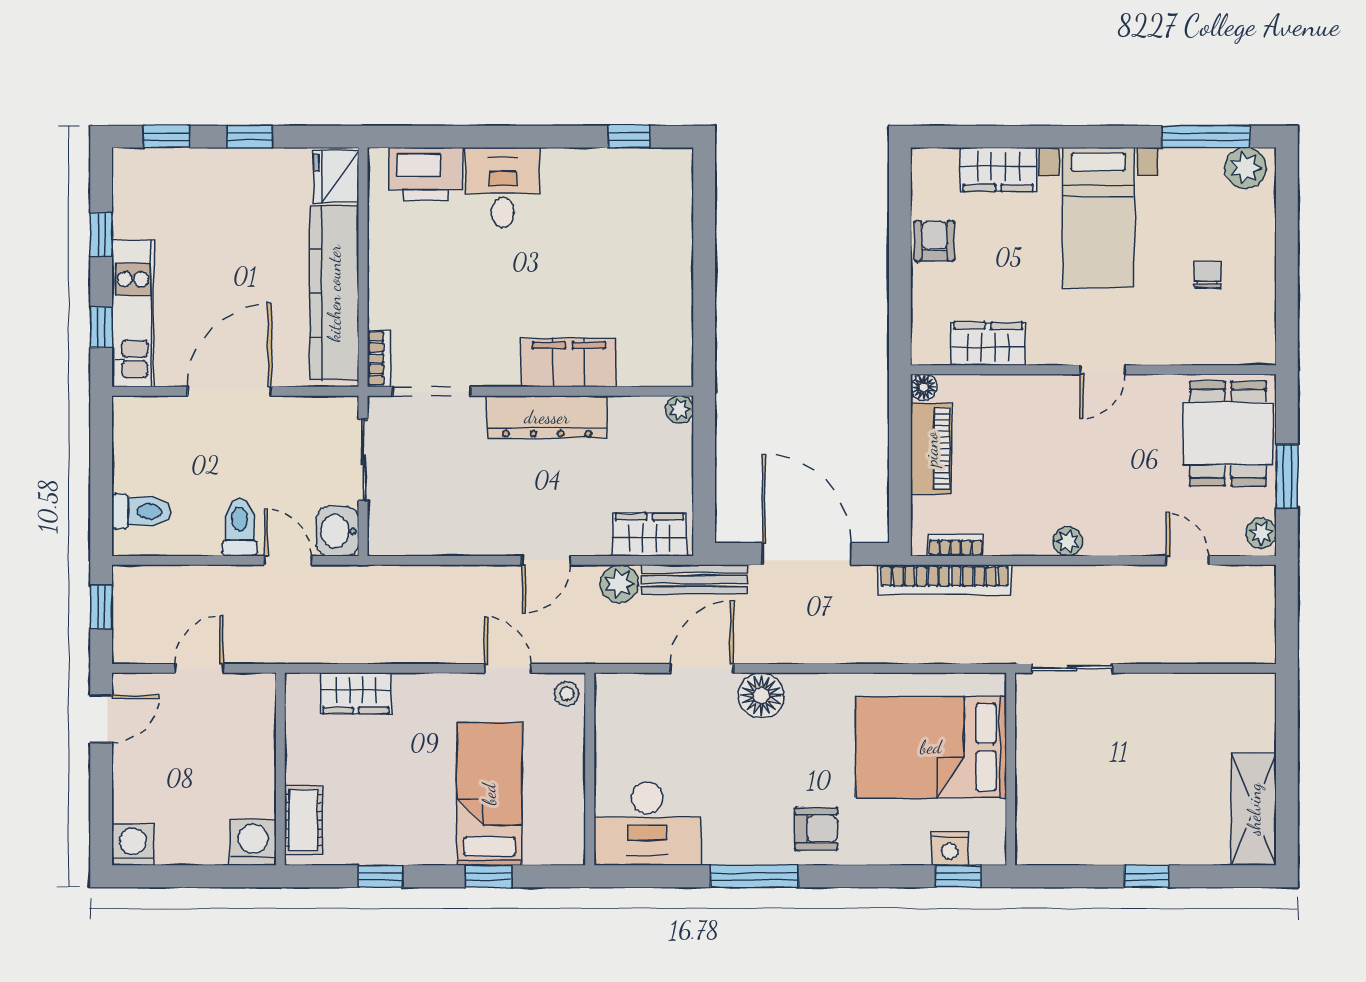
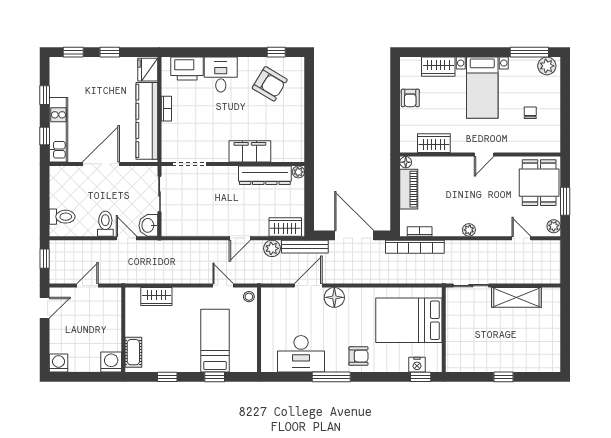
armchair: (614, 209) -> (270, 84), added
armchair: (934, 241) -> (410, 98), turned 180
bookcase: (379, 358) -> (166, 109), moved
dresser: (547, 417) -> (265, 175), moved
shelving: (1254, 809) -> (516, 297), moved, turned 90
desk: (647, 824) -> (301, 354), moved

